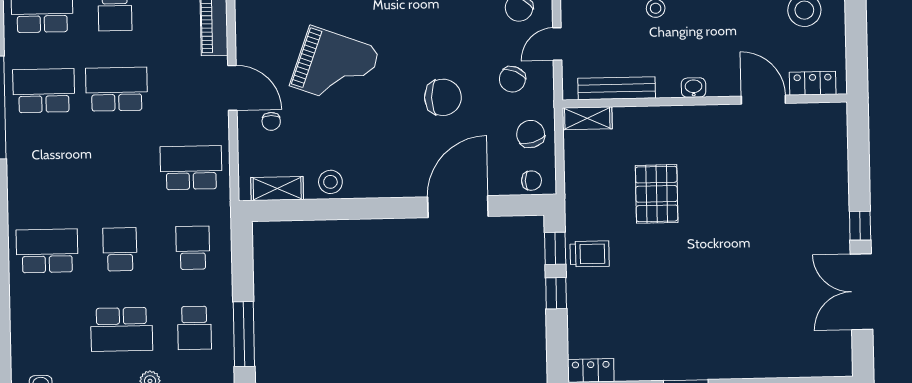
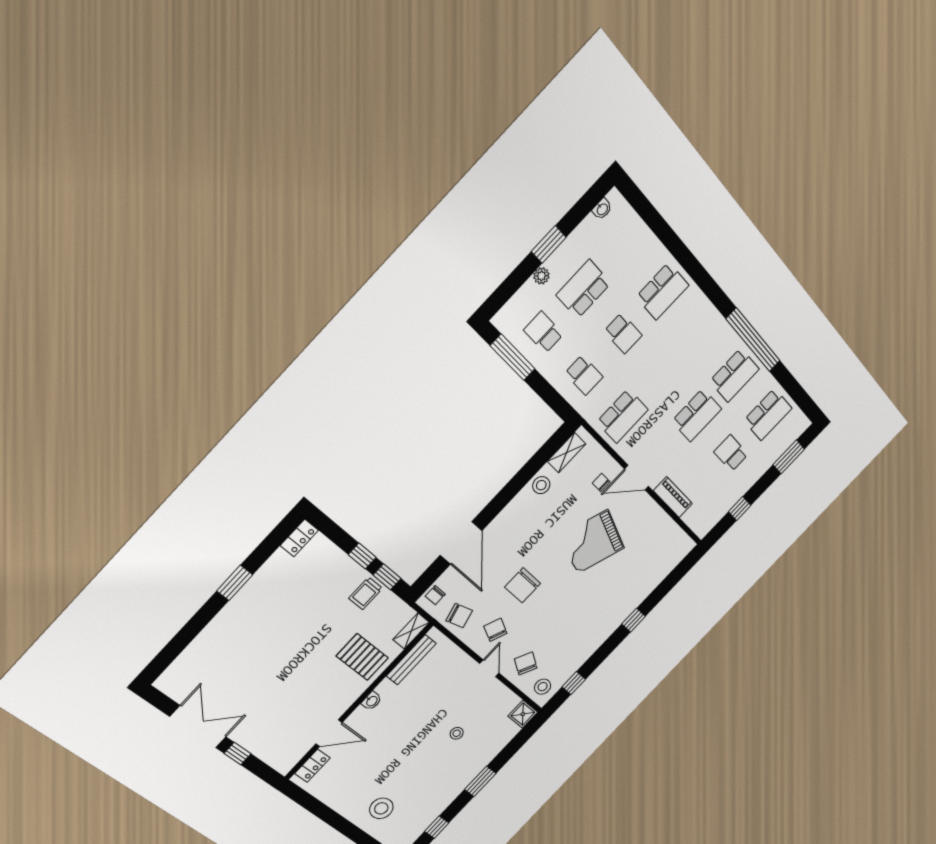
locker: (813, 83) -> (312, 766), moved
bench: (617, 88) -> (411, 660), moved
washbasin: (694, 88) -> (372, 701), moved
door: (763, 100) -> (329, 733), moved
wall: (705, 101) -> (359, 701), moved
shelving: (587, 118) -> (411, 631), moved

